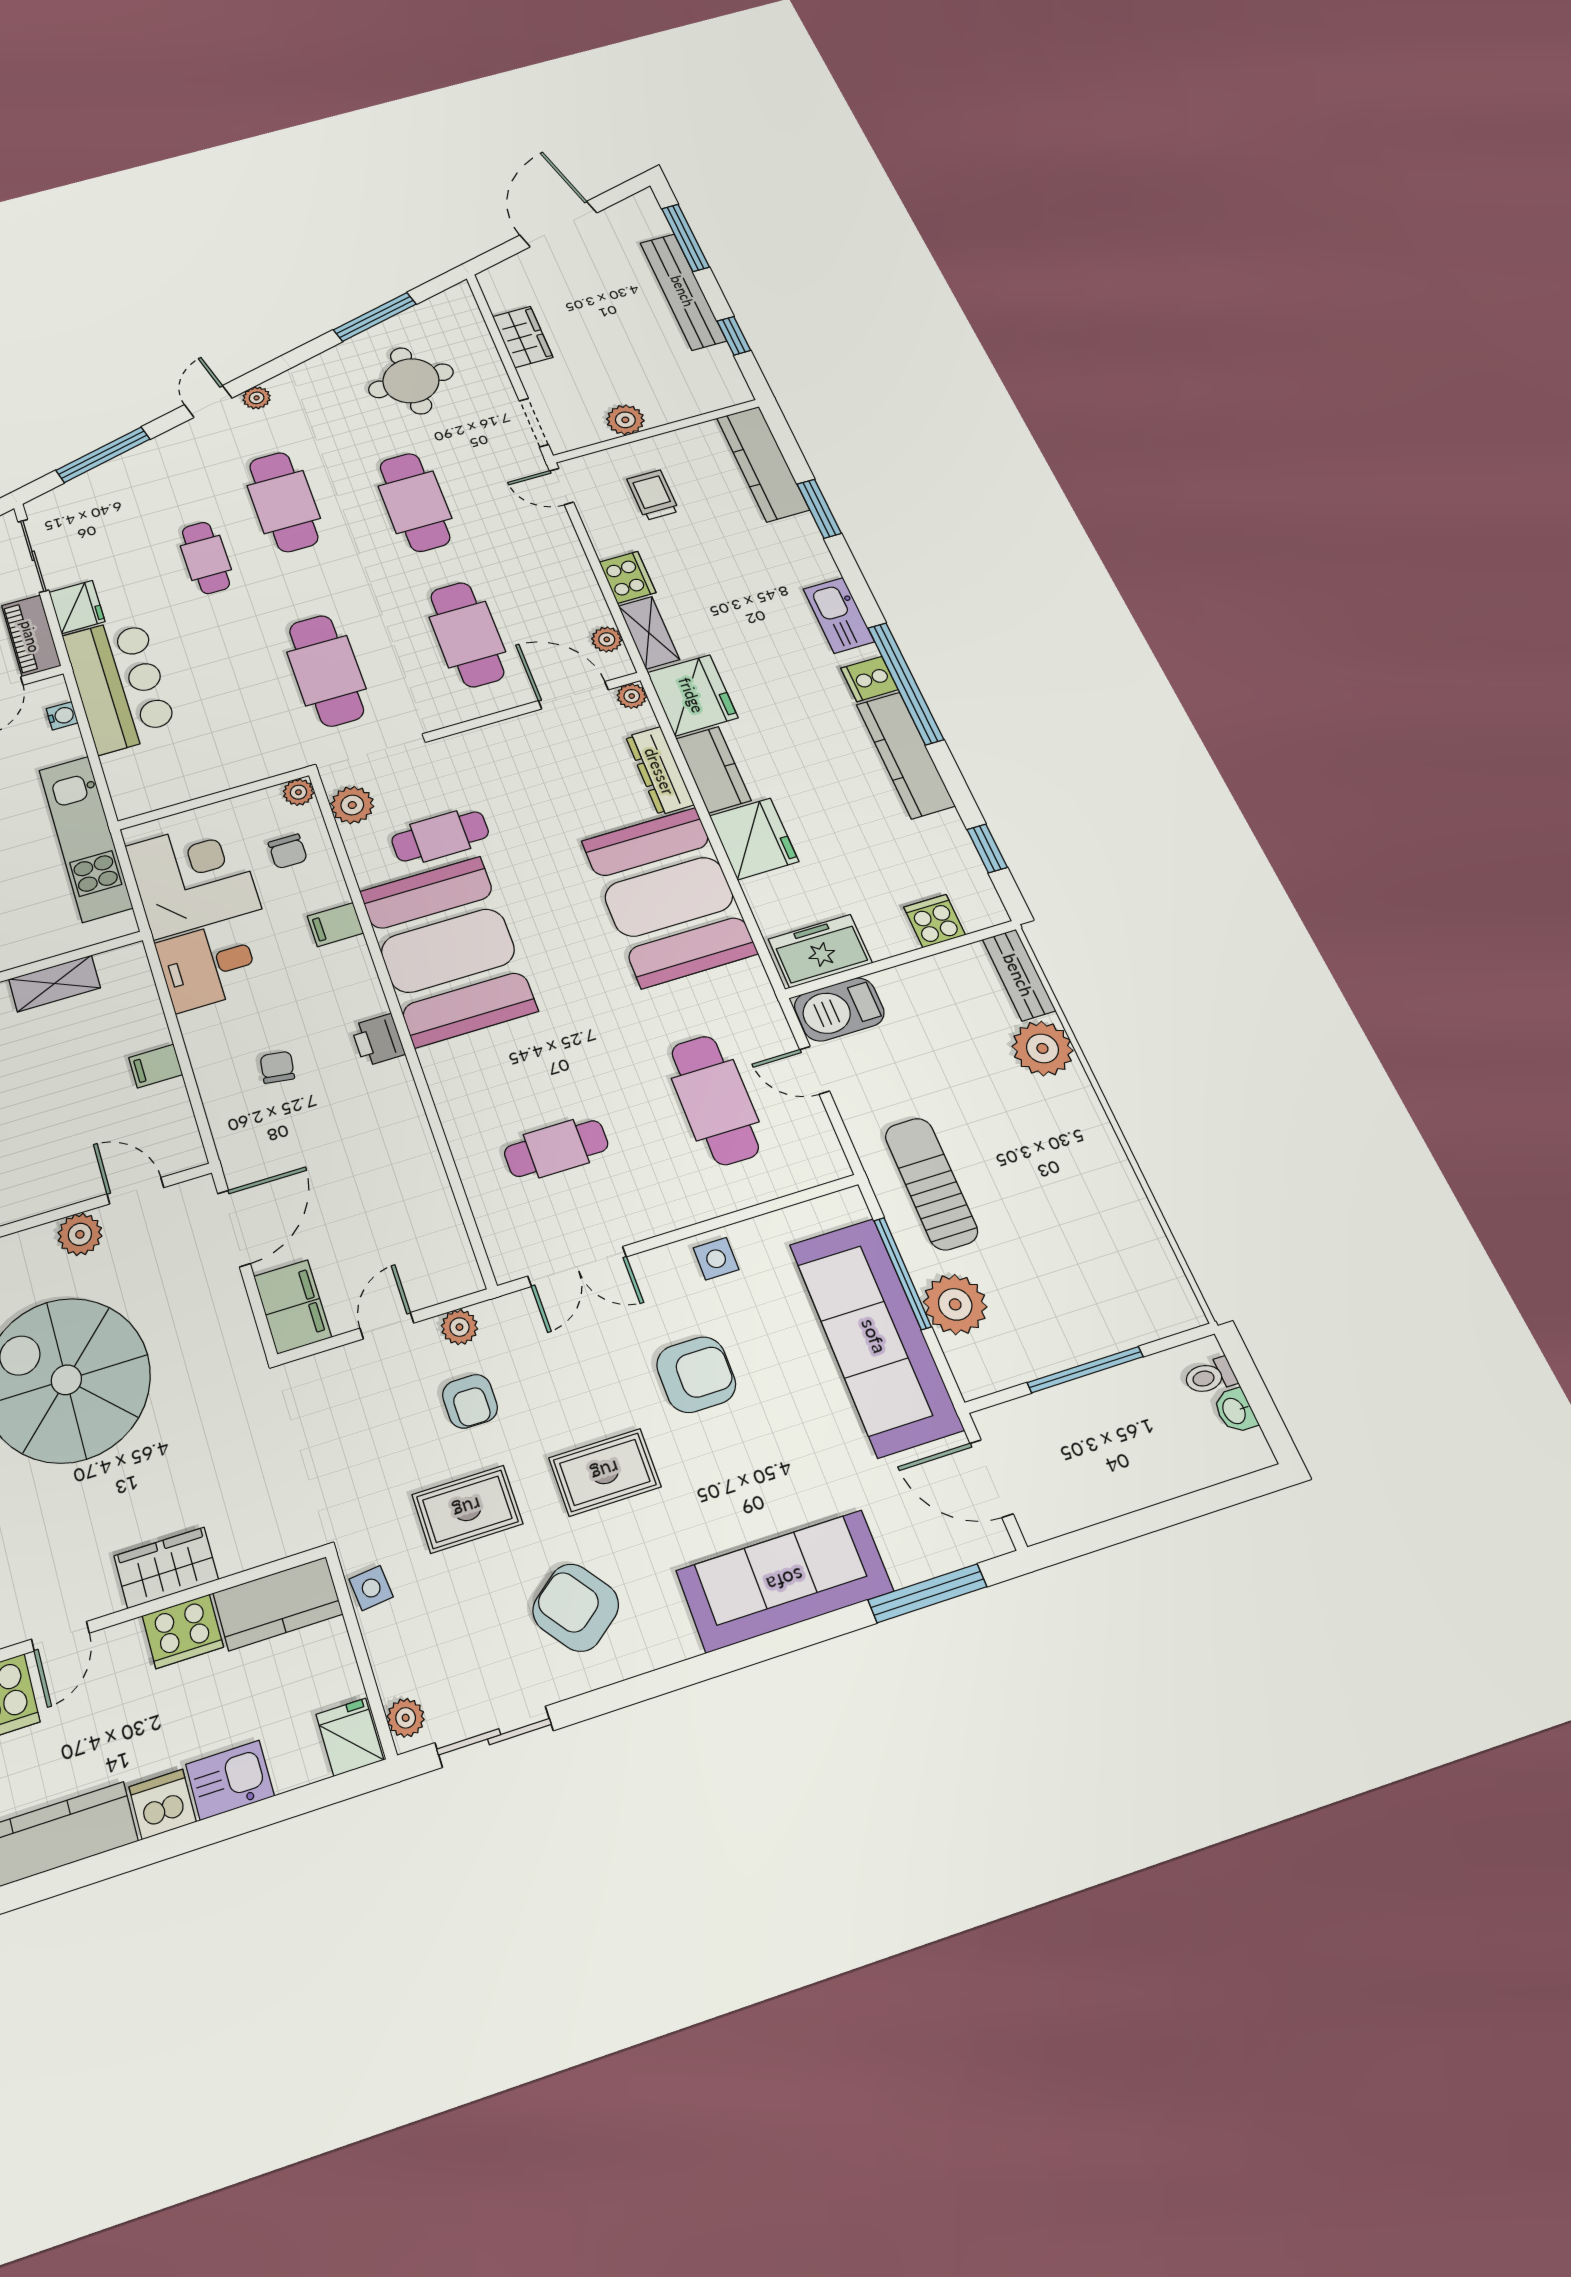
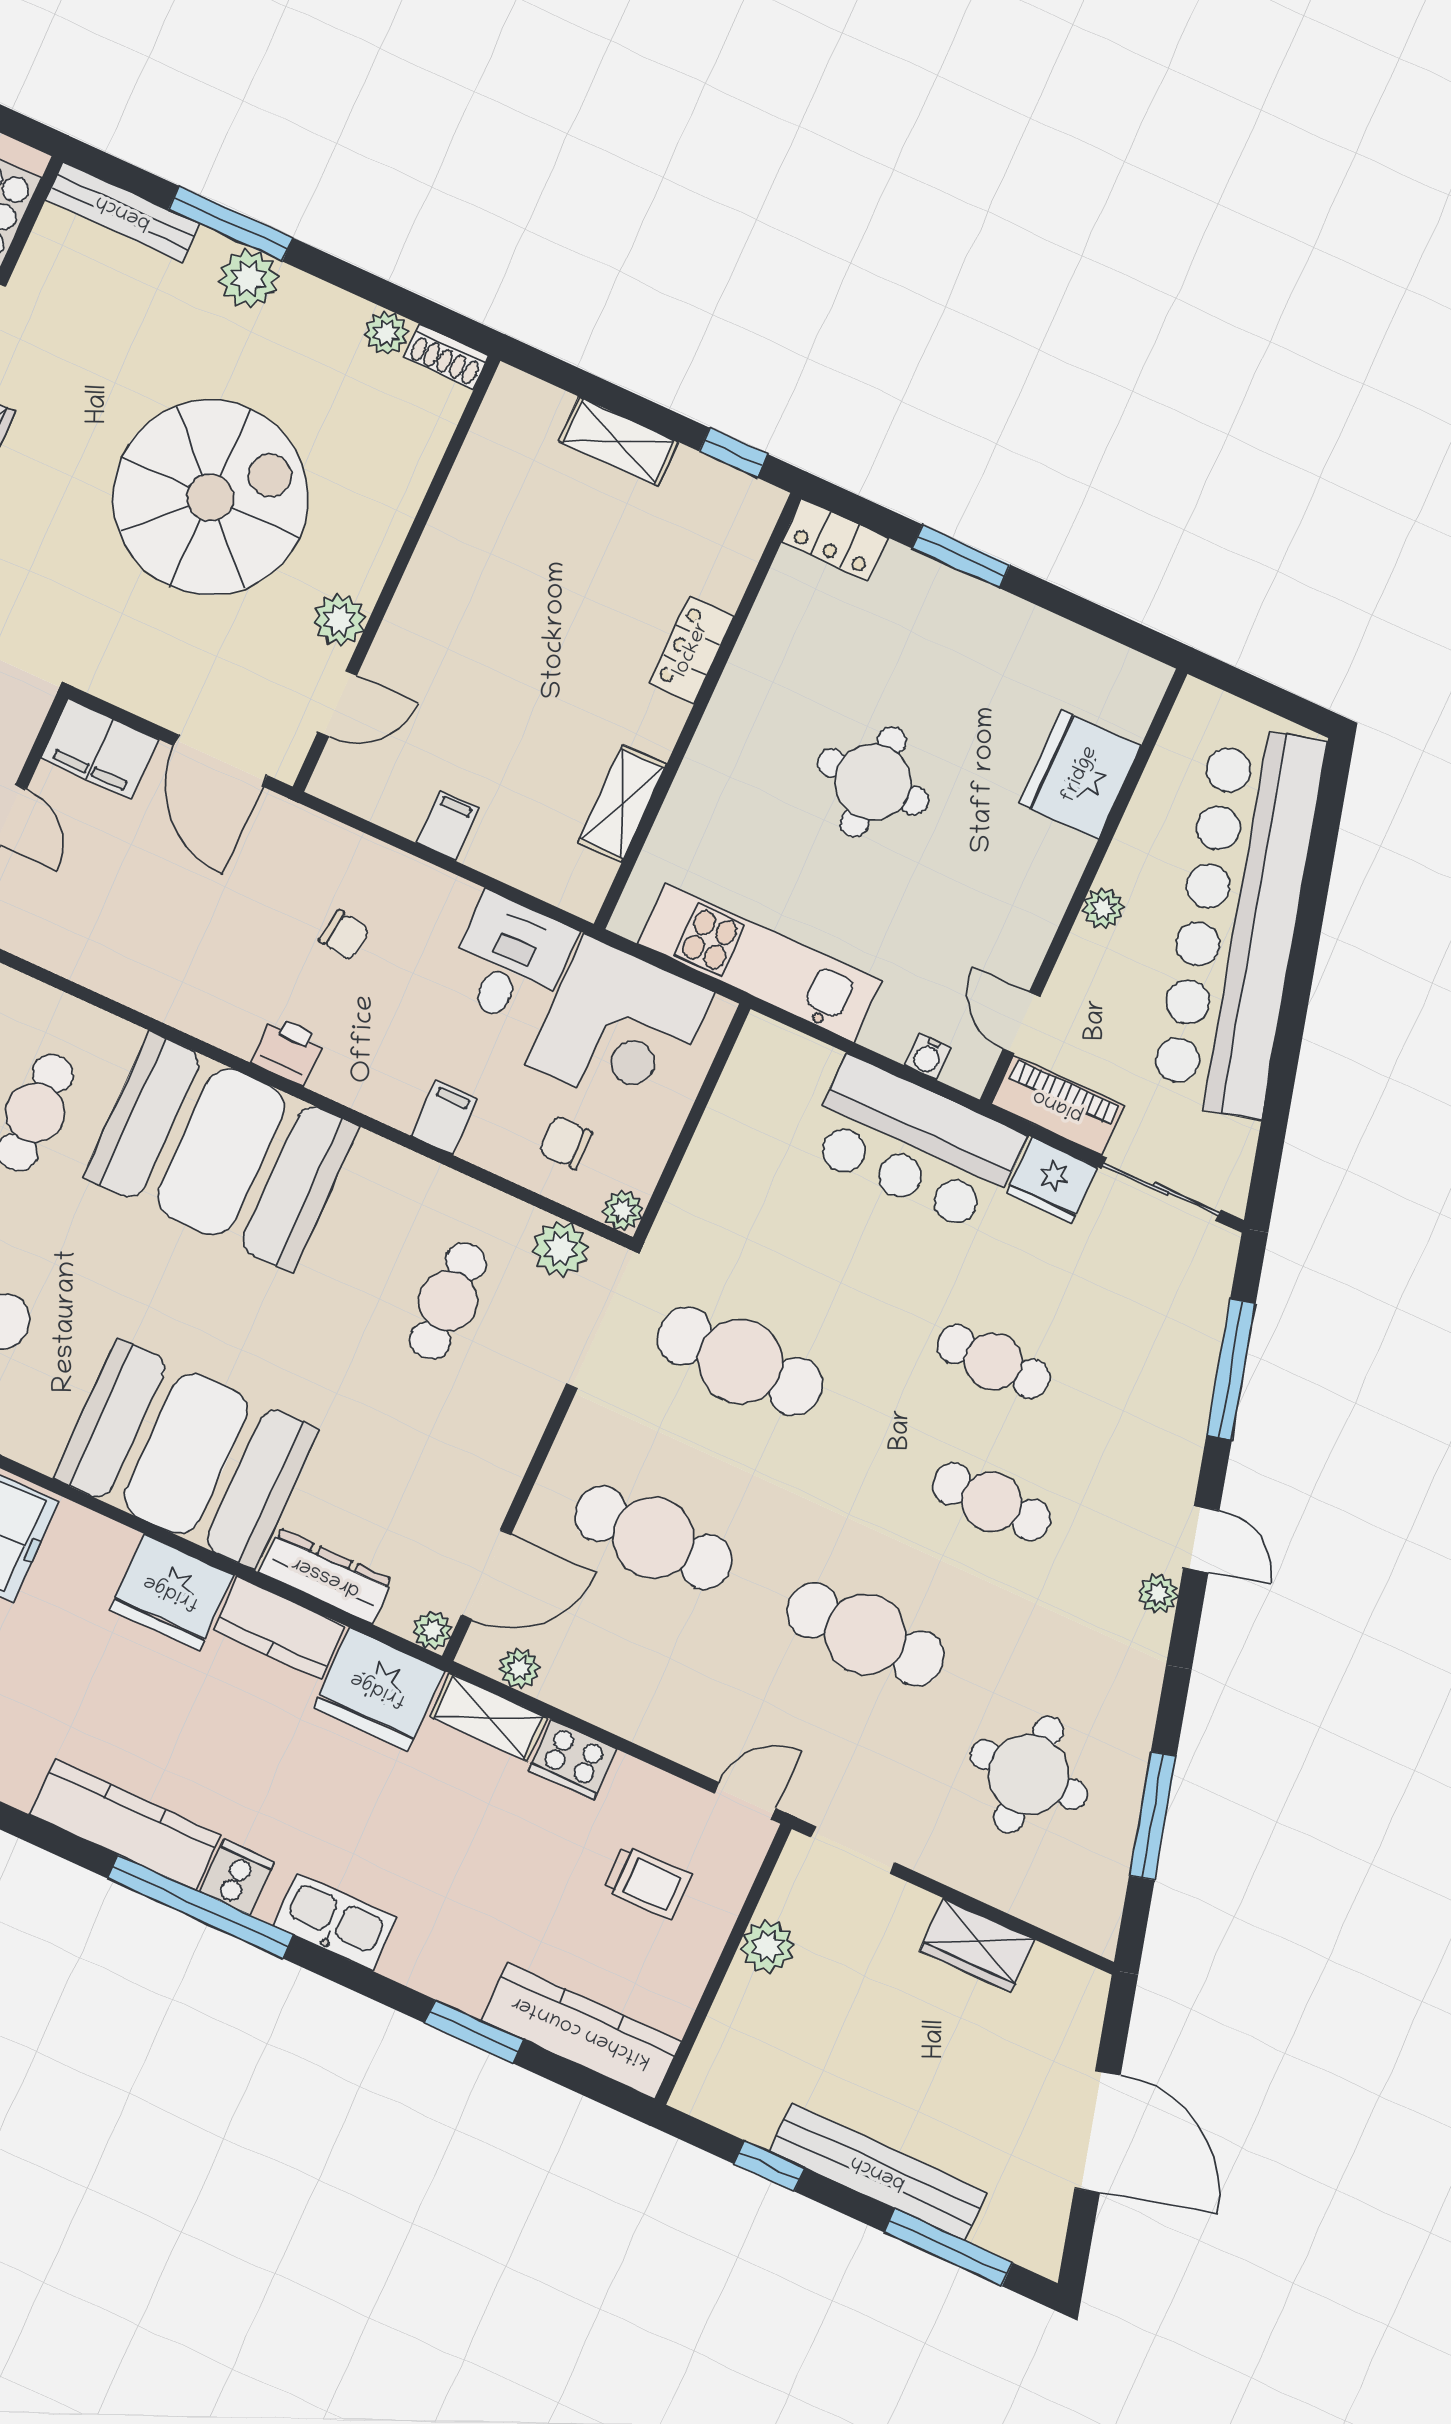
cafe table: (284, 502) -> (992, 1502), width x0.73, depth x0.74
booth: (448, 951) -> (221, 1152), moved

